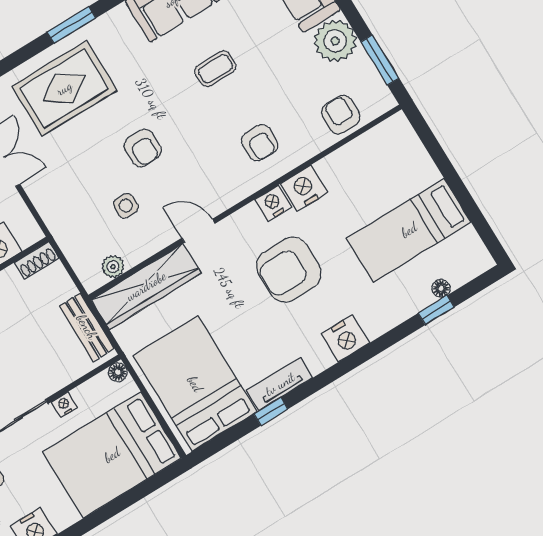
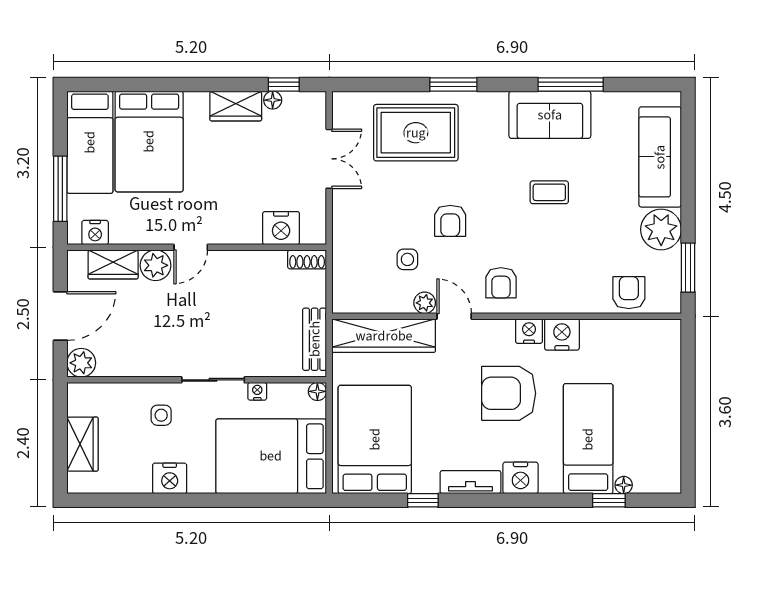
armchair: (260, 143) -> (501, 283), moved
bed: (409, 230) -> (588, 439), moved, turned 90
plant: (113, 267) -> (425, 303), moved
tv unit: (280, 384) -> (470, 482), moved

